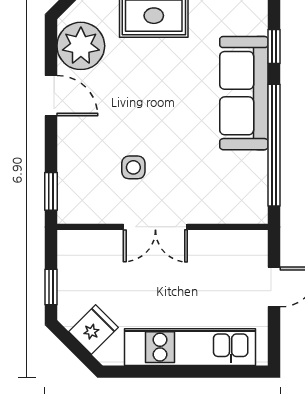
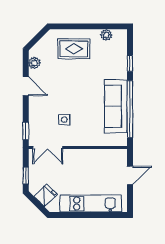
plant: (81, 46) -> (35, 63), width x0.53, depth x0.53
sofa: (244, 93) -> (116, 106), moved
double door: (155, 227) -> (48, 147), moved

